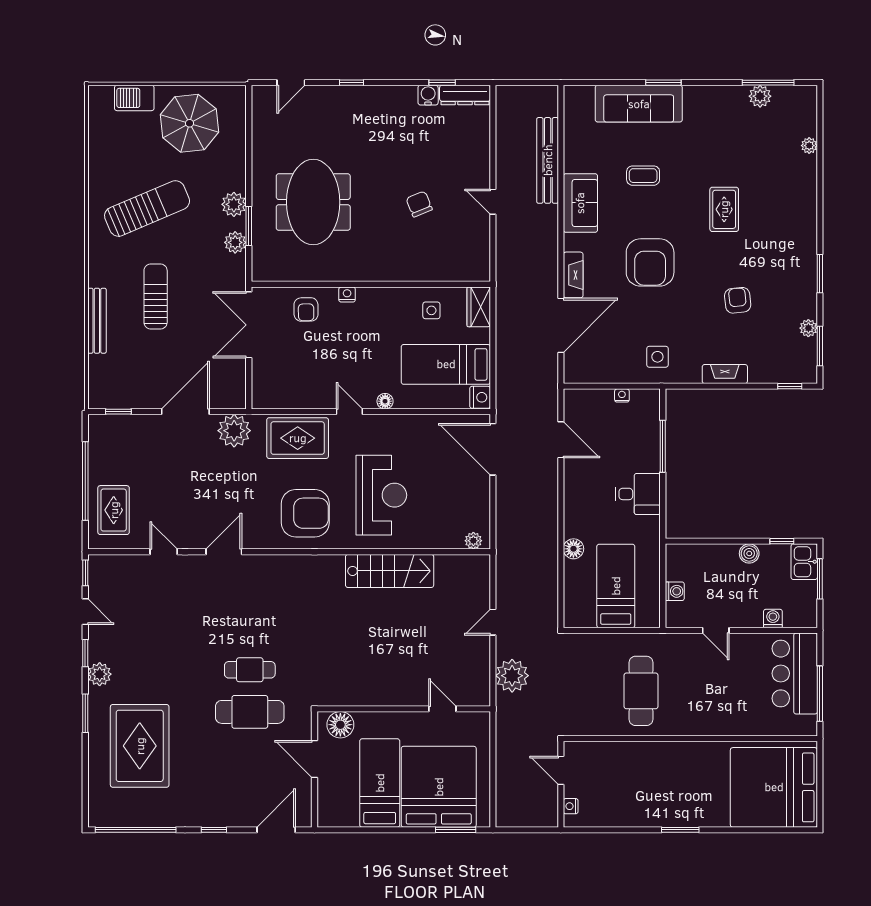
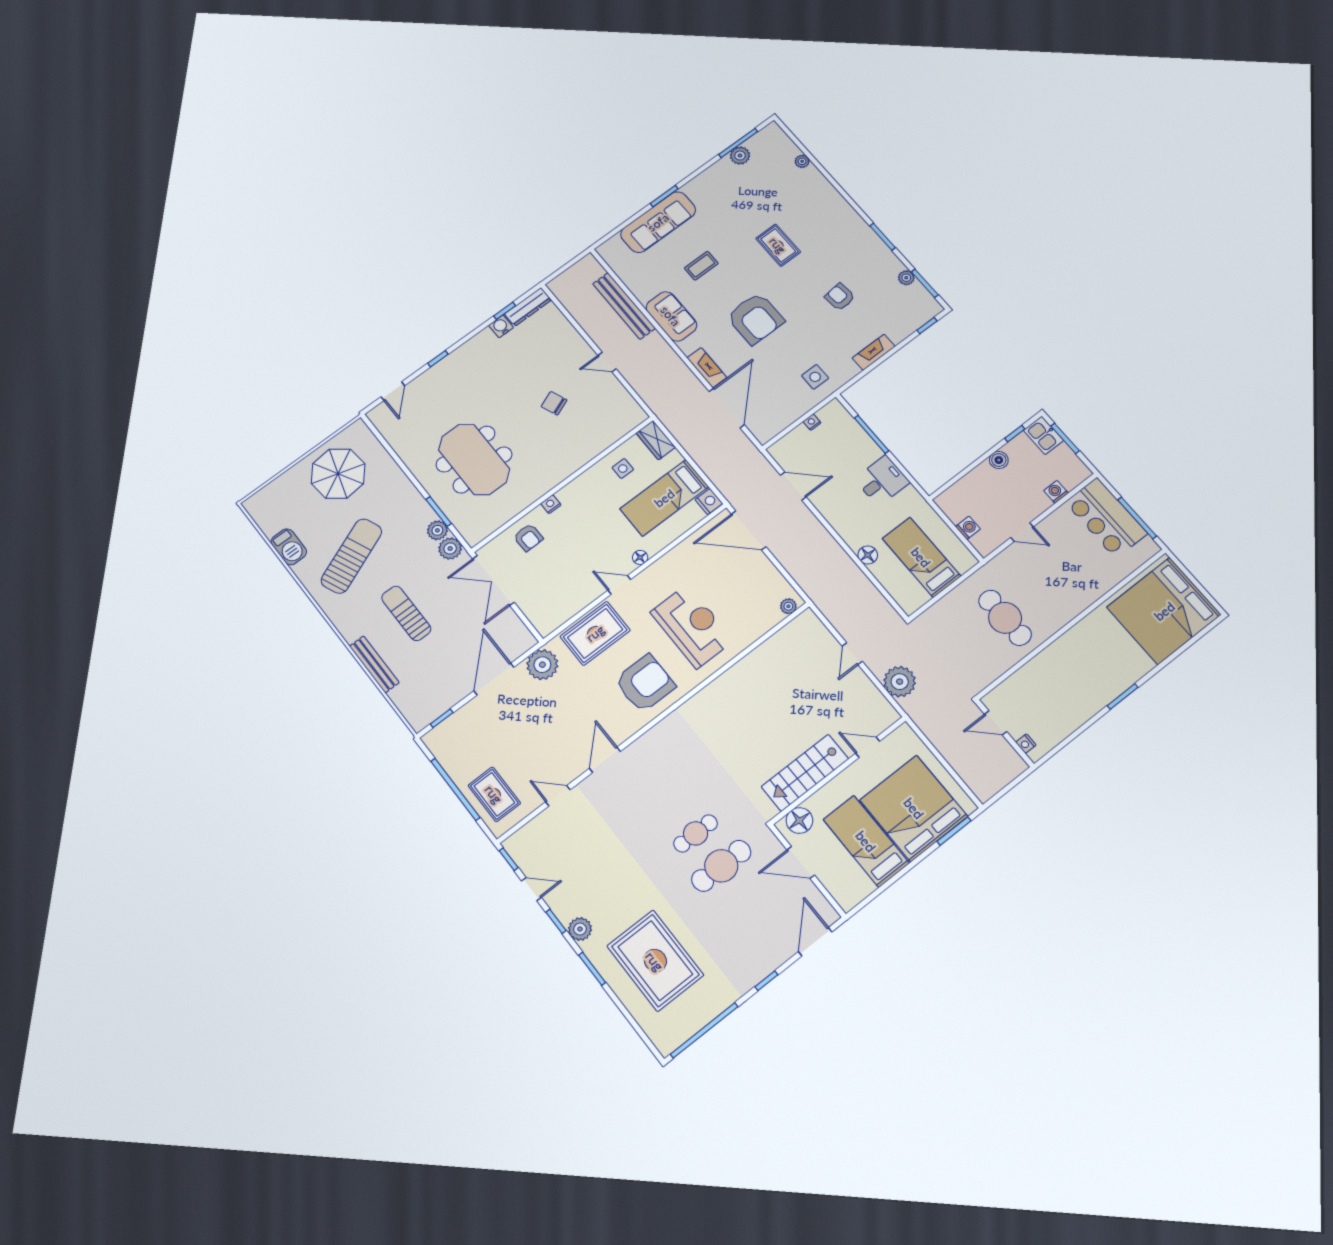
barbecue: (134, 98) -> (289, 547), moved, turned -90
plant: (234, 204) -> (450, 549), moved
stairs: (390, 571) -> (805, 773), moved, turned 180

